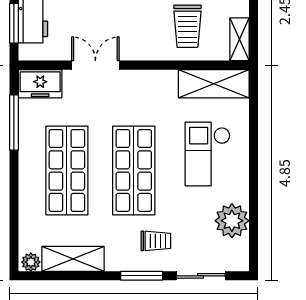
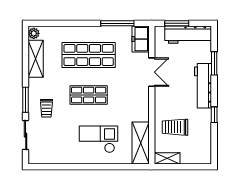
shop shelf: (134, 170) -> (89, 95), width x0.70, depth x0.74
plant: (232, 221) -> (59, 154), removed

